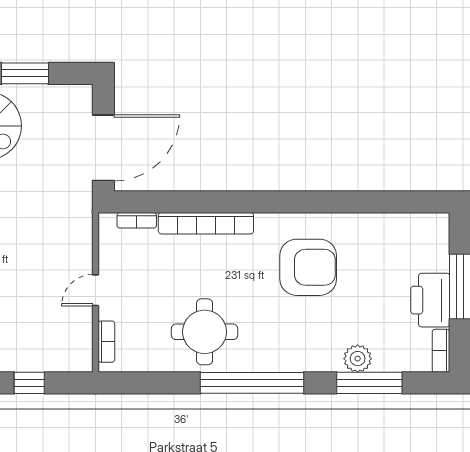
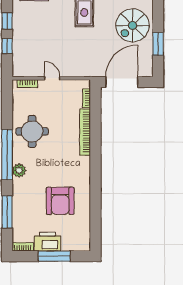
door: (103, 148) -> (122, 82), swing flipped
armchair: (308, 267) -> (60, 201), moved
plant: (358, 359) -> (19, 170), moved

